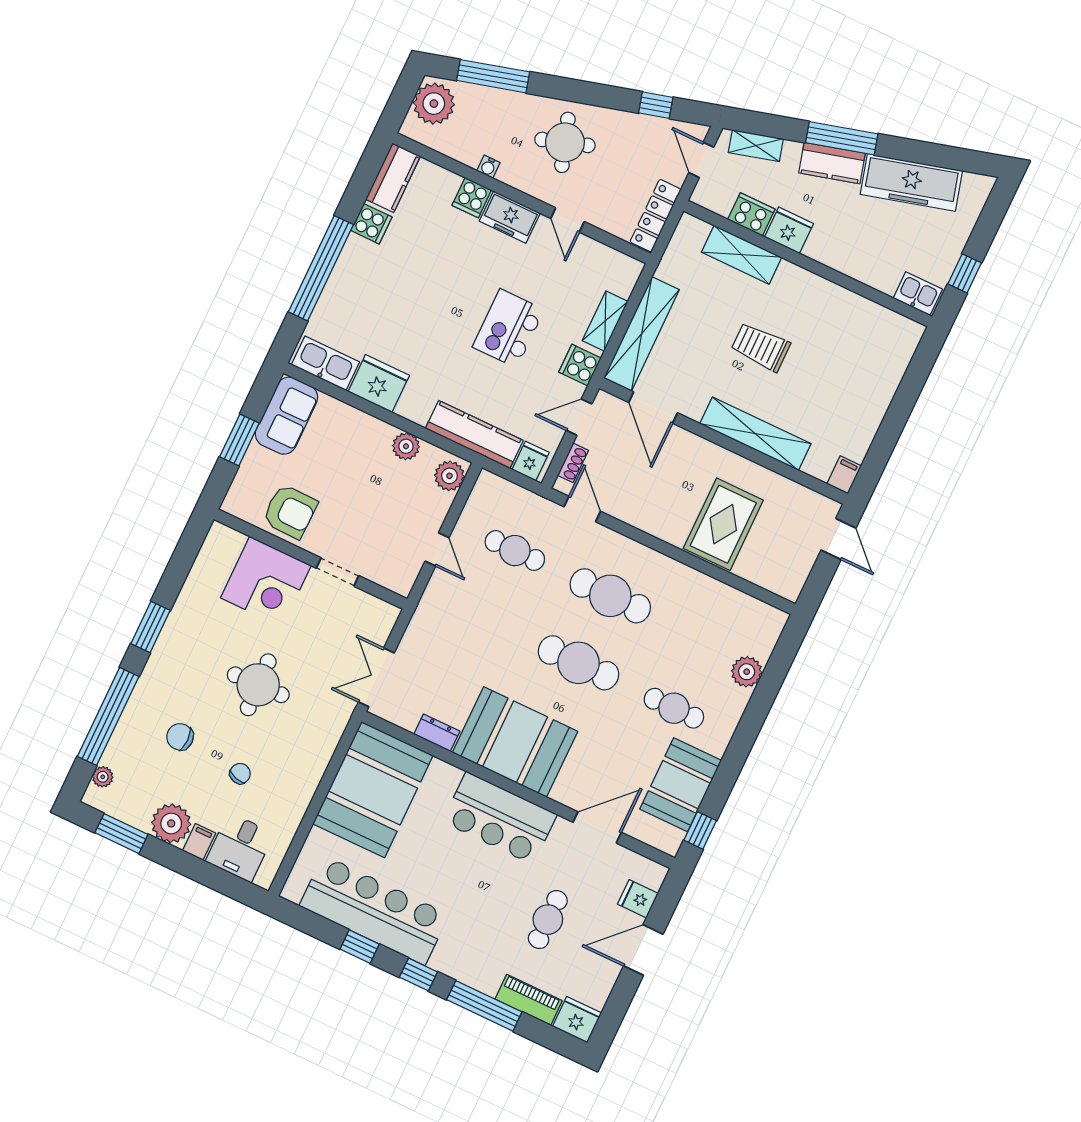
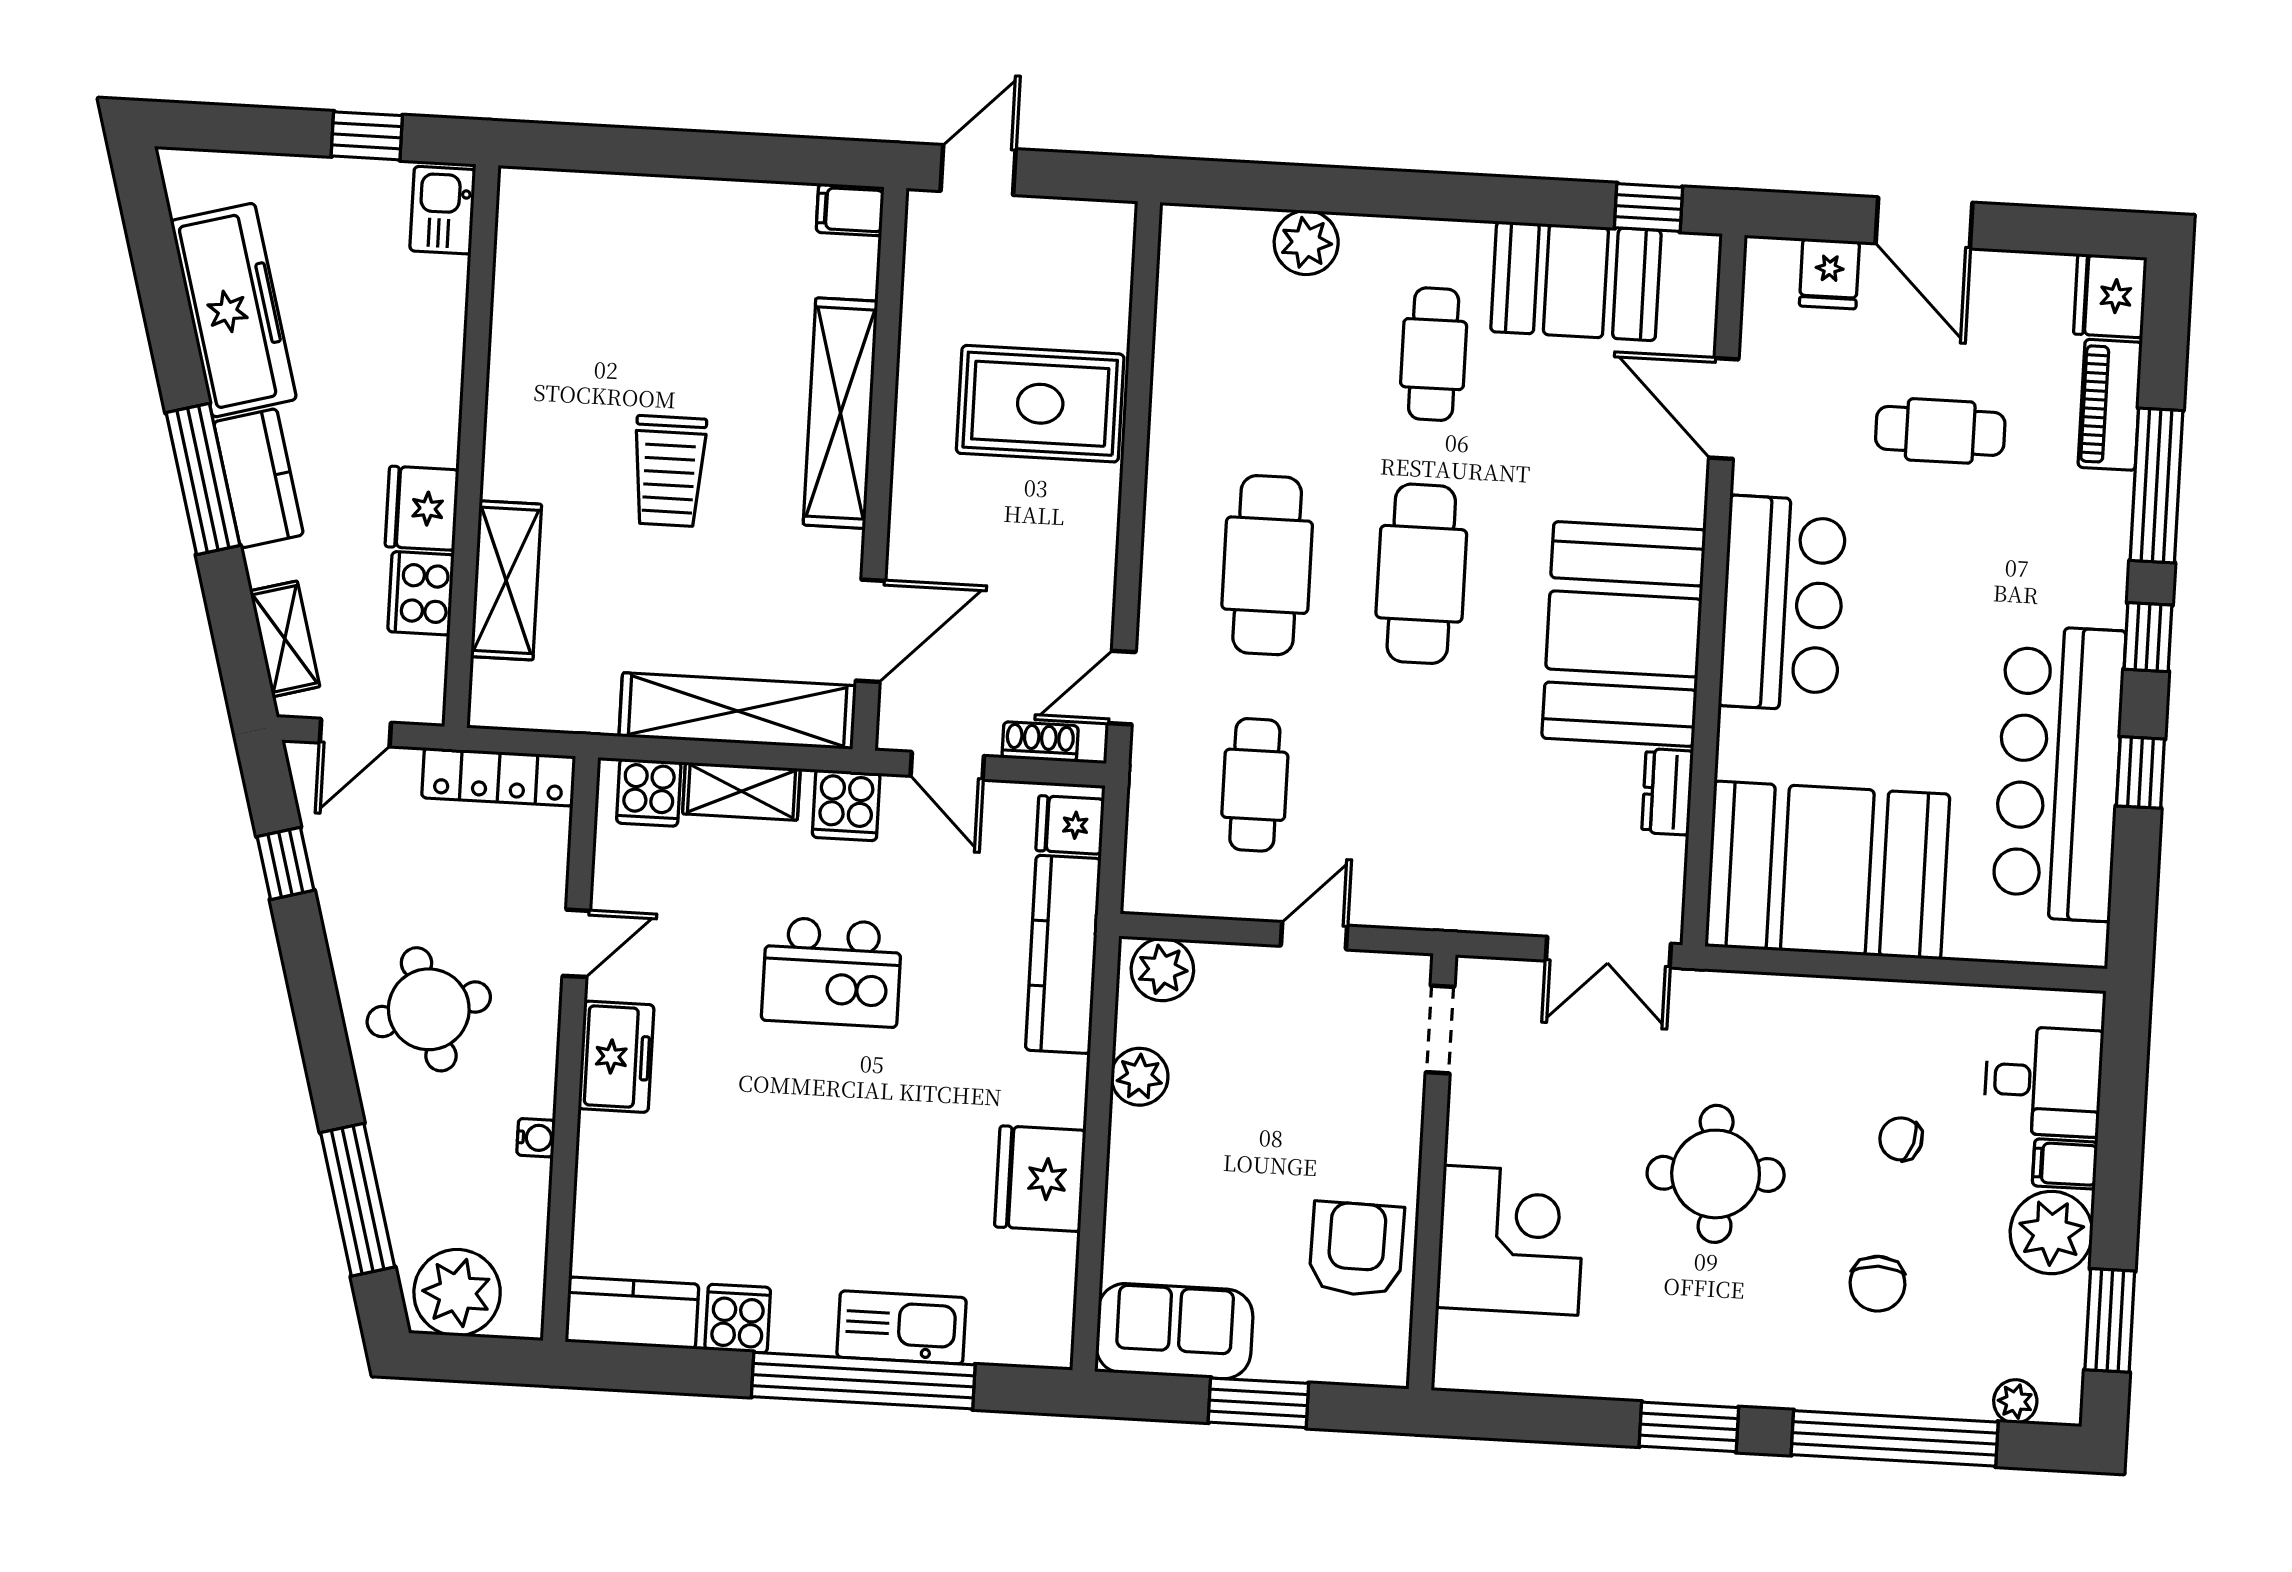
cooker: (472, 198) -> (649, 792), moved, turned 90
kitchen sink: (325, 363) -> (902, 1327), moved, turned 90
doorway: (338, 572) -> (1440, 1030), moved

